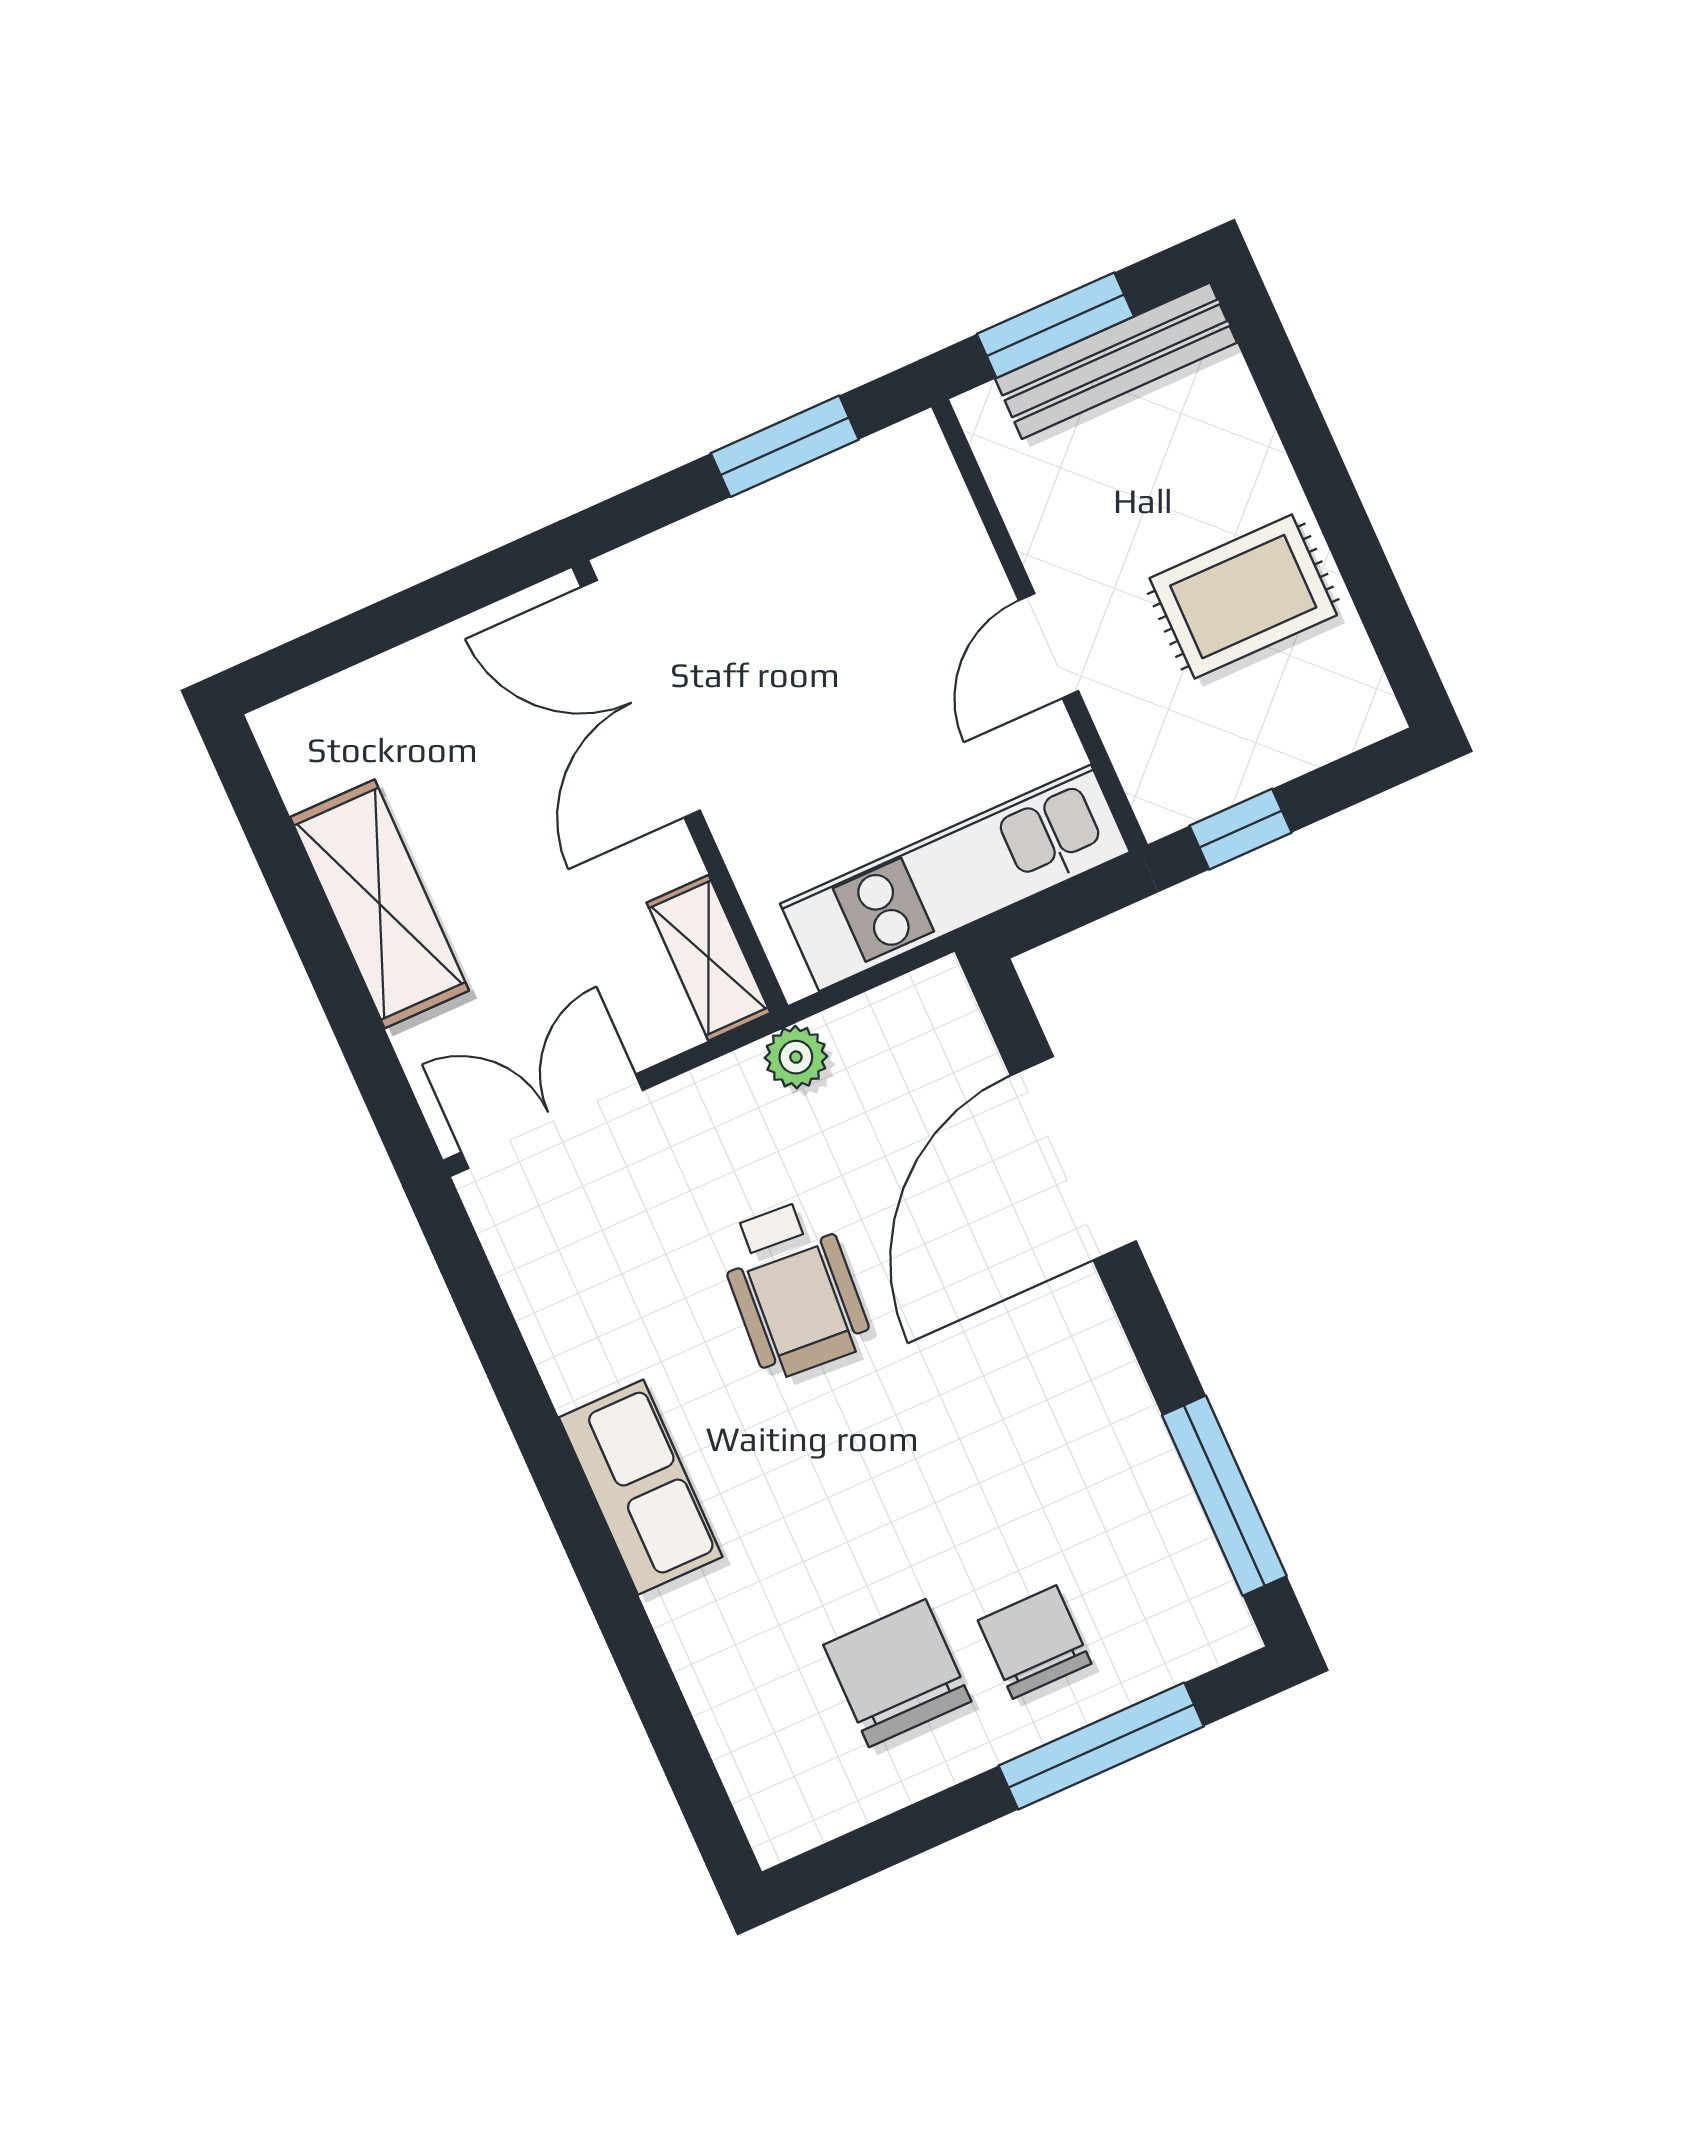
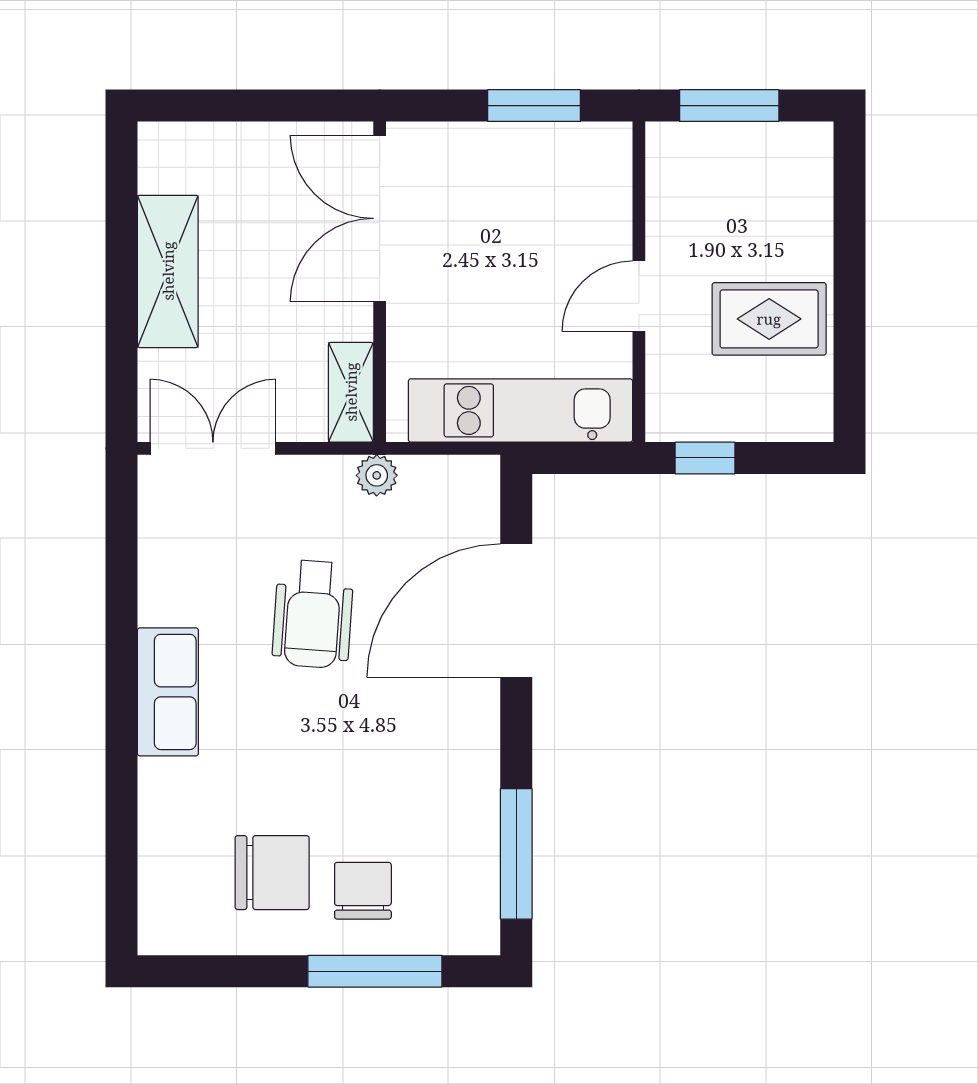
bench: (1116, 361) -> (756, 143), removed
chair: (897, 1673) -> (272, 873), turned 90

